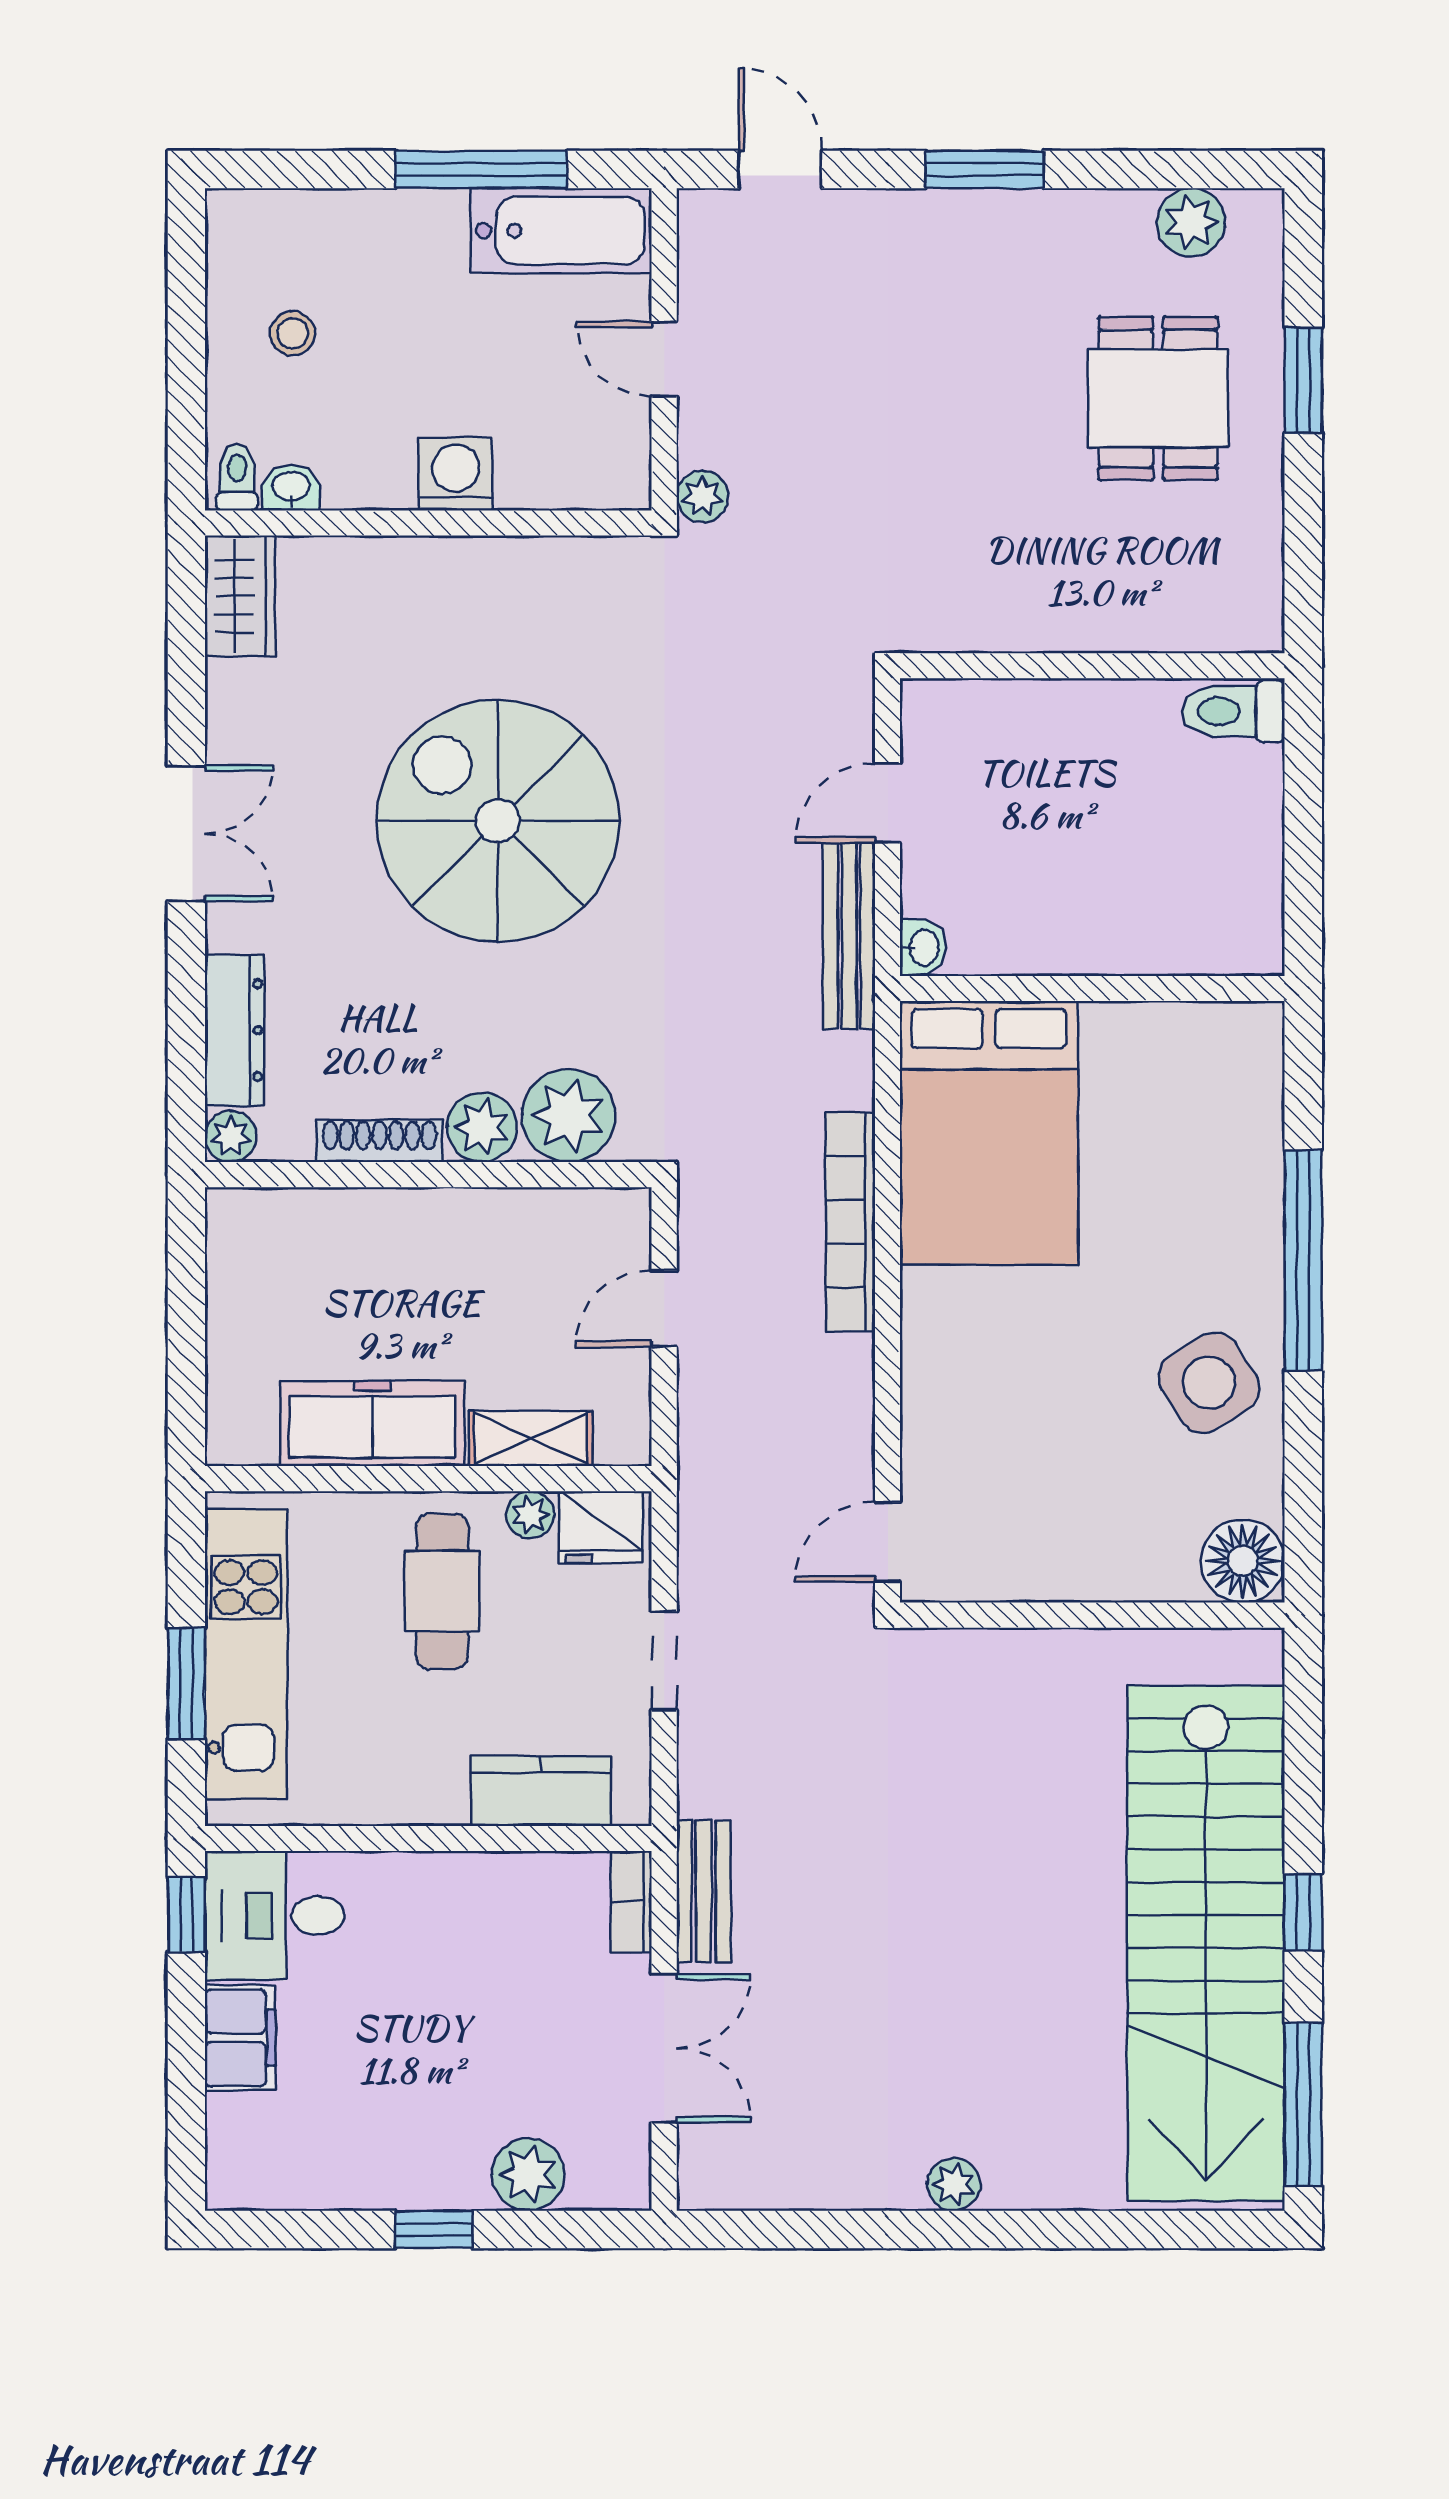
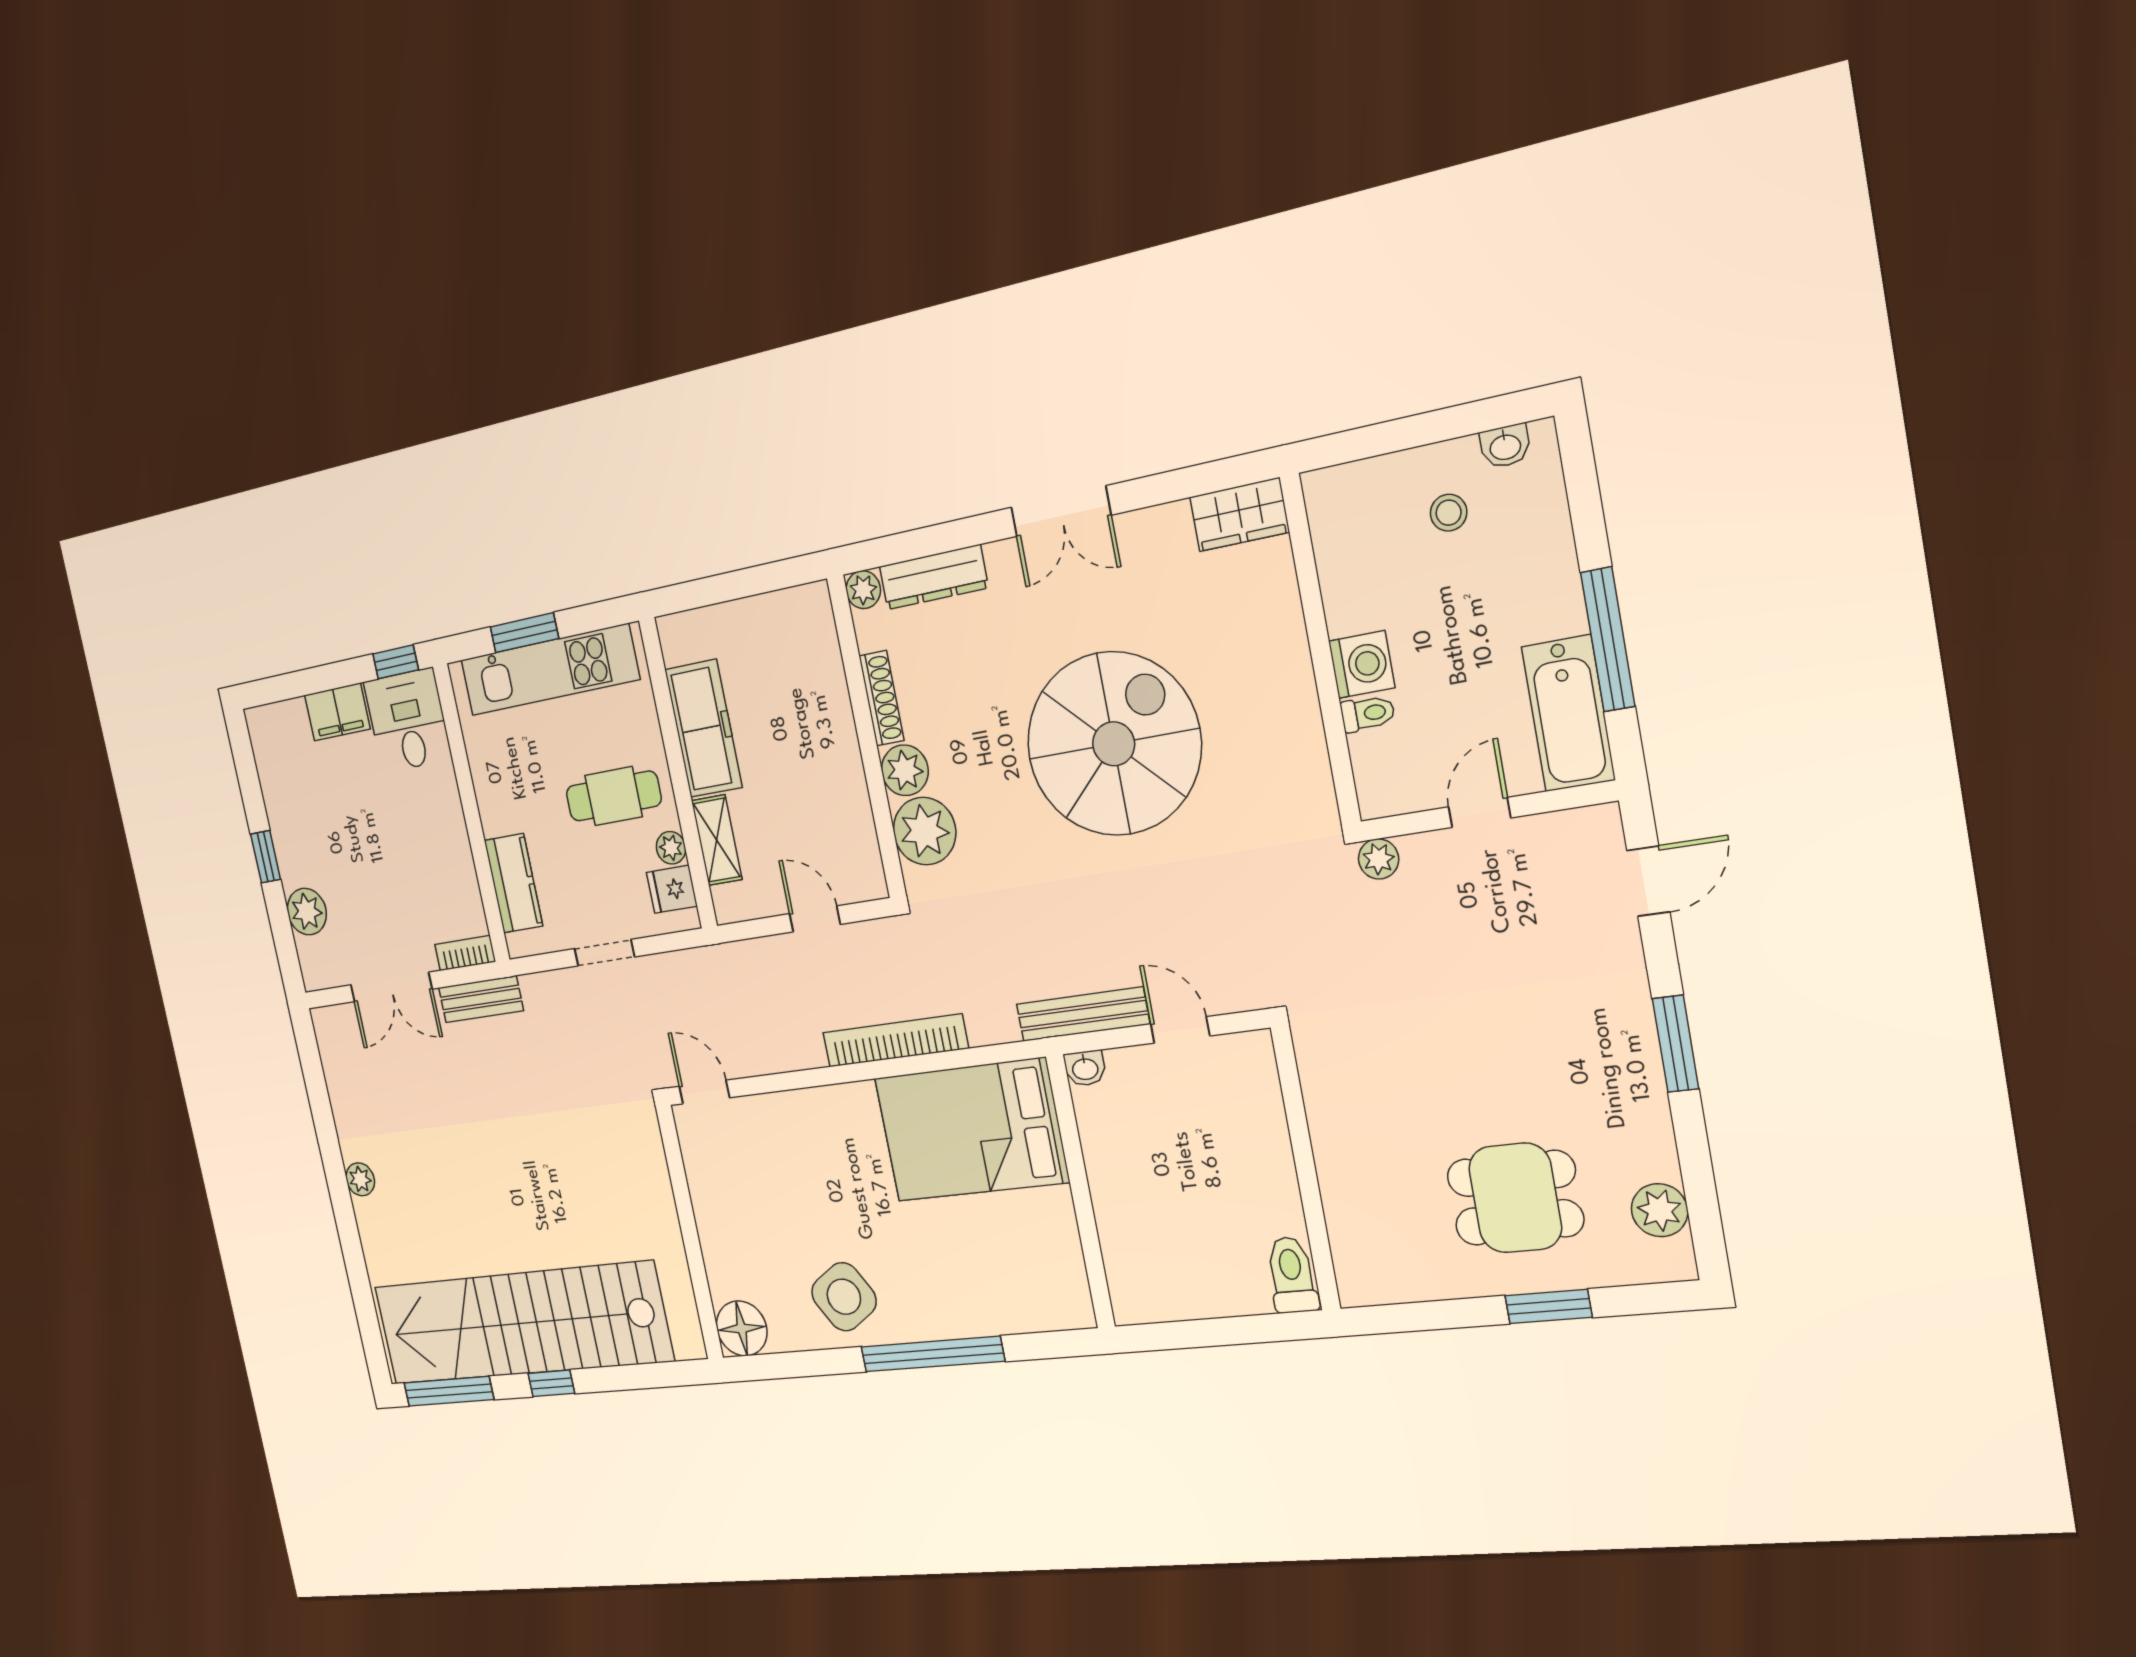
toilet: (237, 477) -> (1368, 714), moved
washbasin: (291, 488) -> (1505, 446), moved, turned 90
fridge: (601, 1527) -> (672, 889), width x0.72

